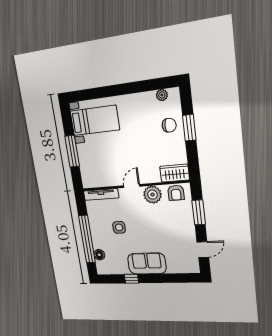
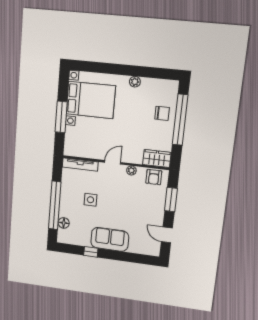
plant: (162, 95) -> (135, 82), moved
bed with nightstands: (95, 120) -> (91, 100), width x1.36
window: (189, 128) -> (180, 120), width x2.11
plant: (153, 195) -> (131, 170), width x0.53, depth x0.53
door: (203, 250) -> (167, 235), swing flipped

